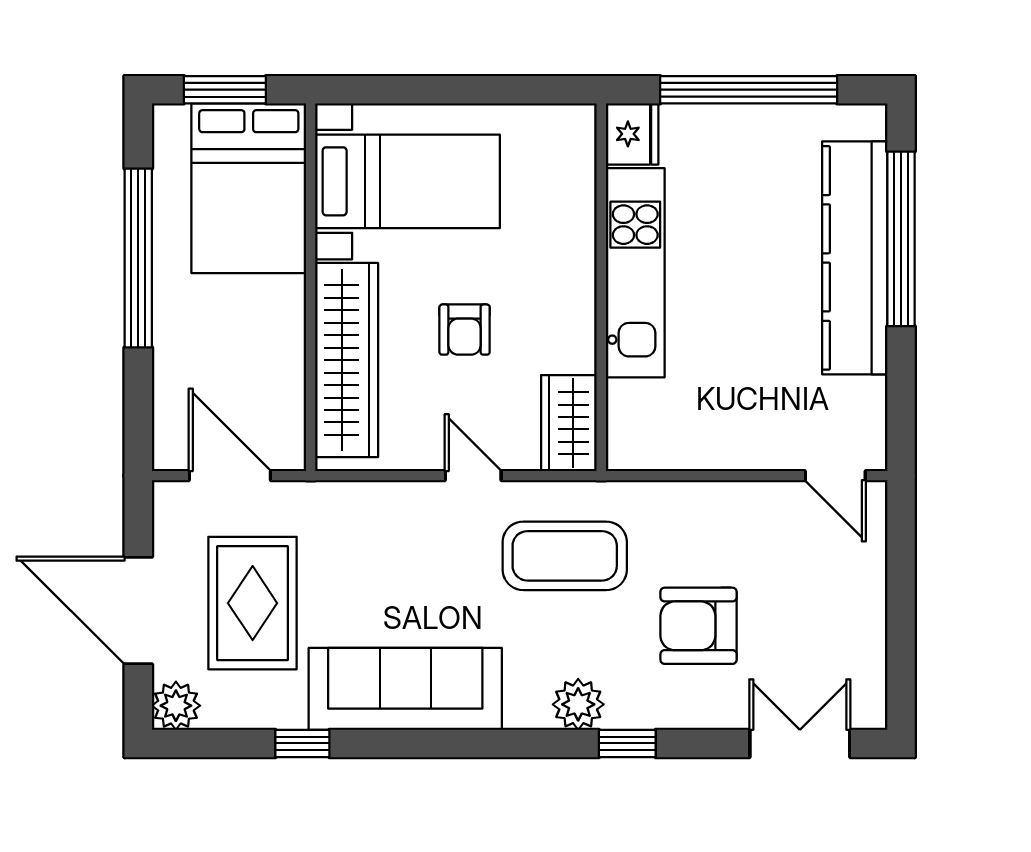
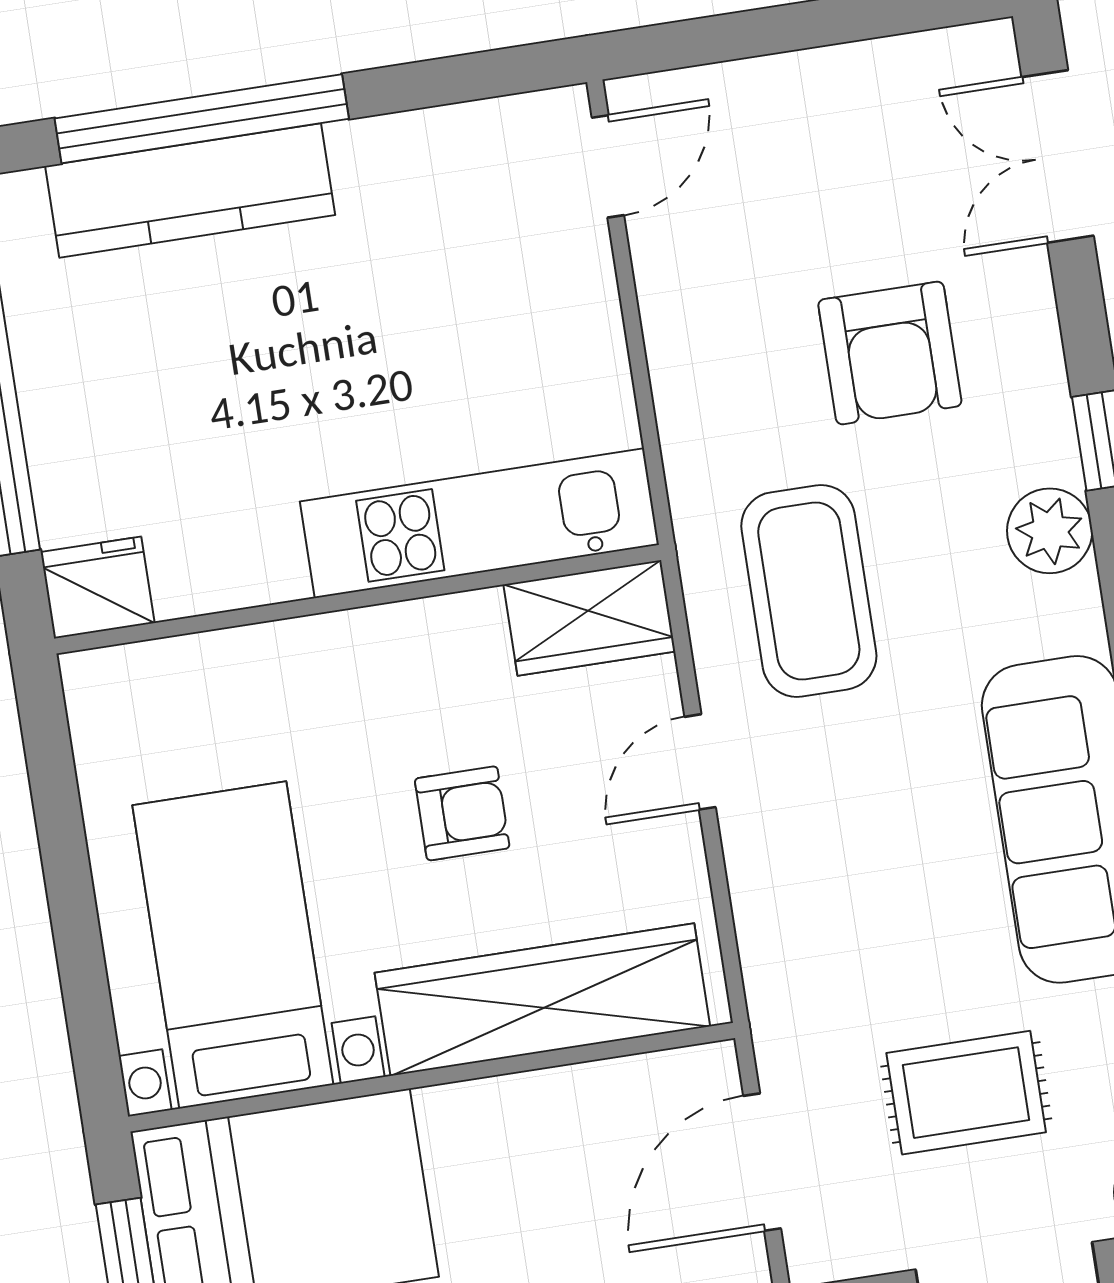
kitchen counter: (855, 258) -> (190, 190), width x0.72, depth x0.86
kitchen unit: (635, 273) -> (479, 523), moved
rug: (253, 603) -> (966, 1093), width x0.73, depth x0.70

